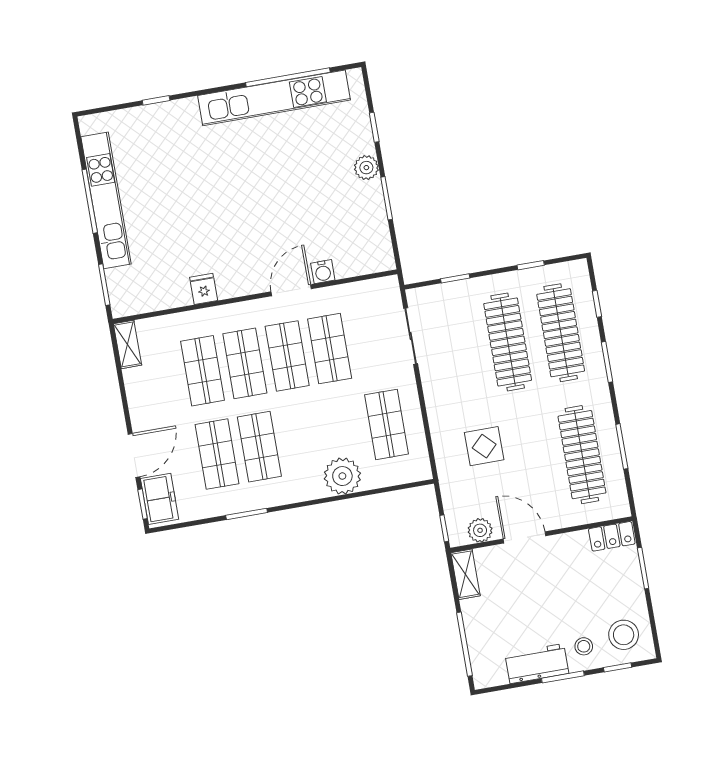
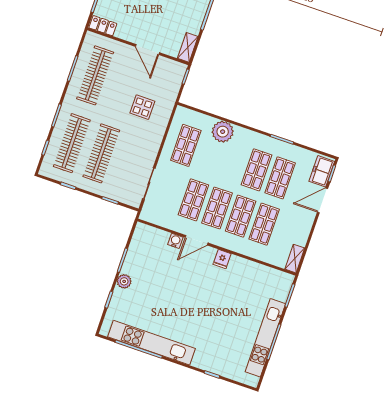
fridge: (204, 289) -> (222, 259), moved
plant: (480, 530) -> (168, 66), removed

